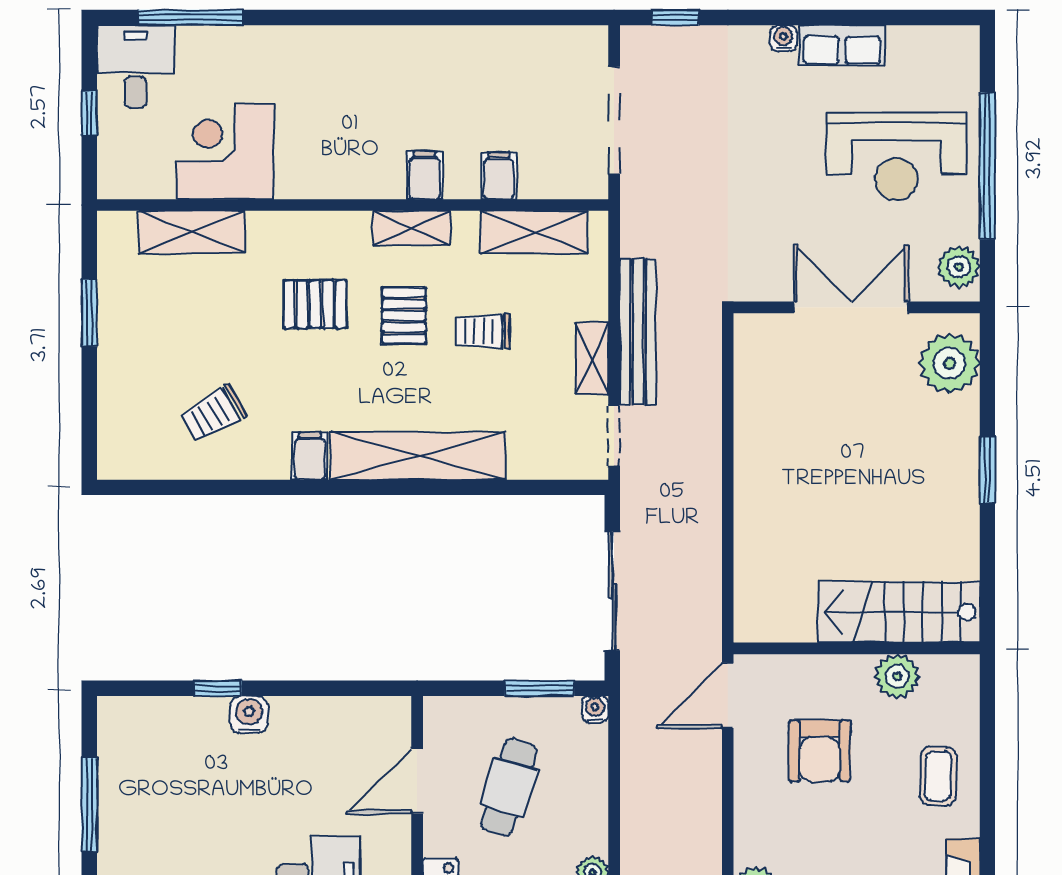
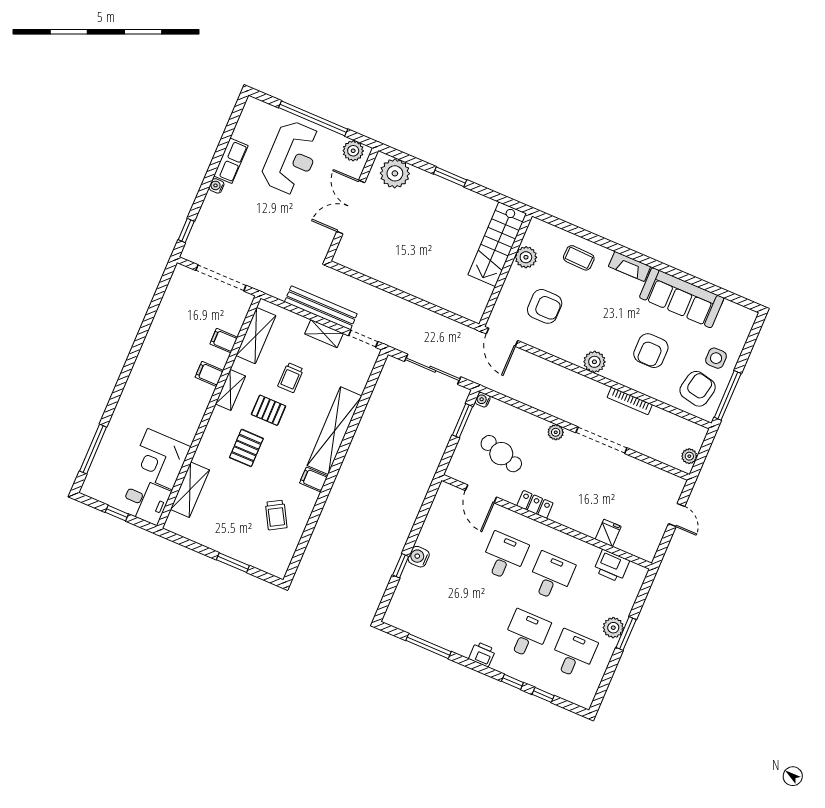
desk: (135, 67) -> (146, 501), moved, turned 180
window: (89, 313) -> (233, 563), moved

